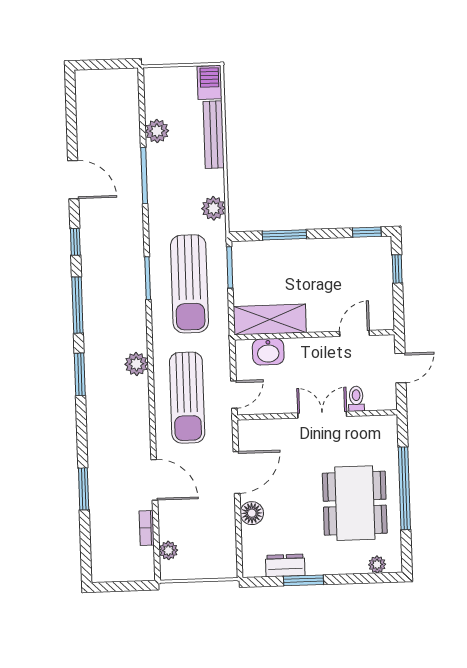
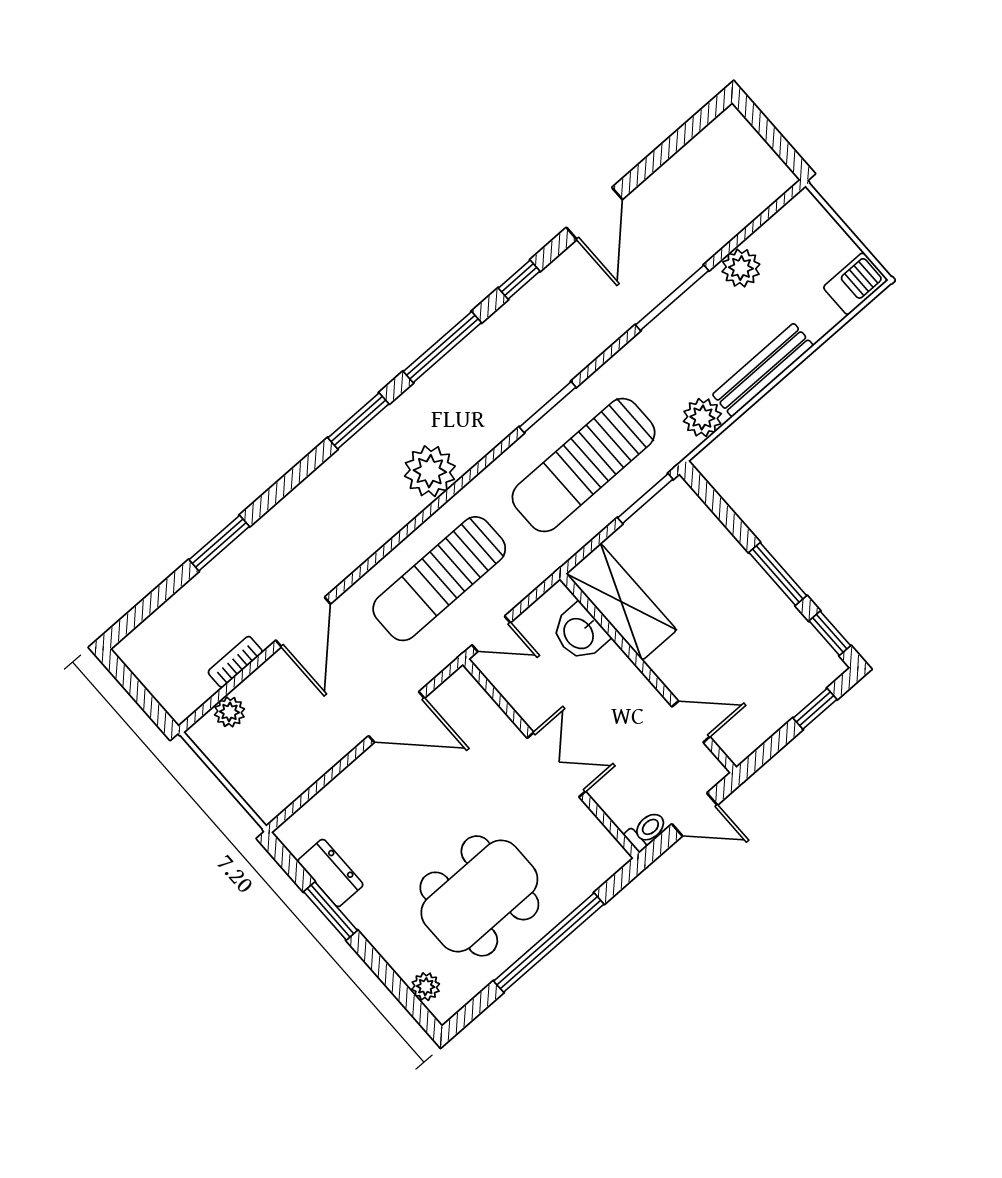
bench: (214, 135) -> (763, 370), moved
window: (284, 235) -> (778, 574), moved
plant: (136, 364) -> (430, 471), width x1.36, depth x1.36
toilet: (356, 399) -> (646, 831), moved
floor lamp: (252, 513) -> (361, 778), removed

